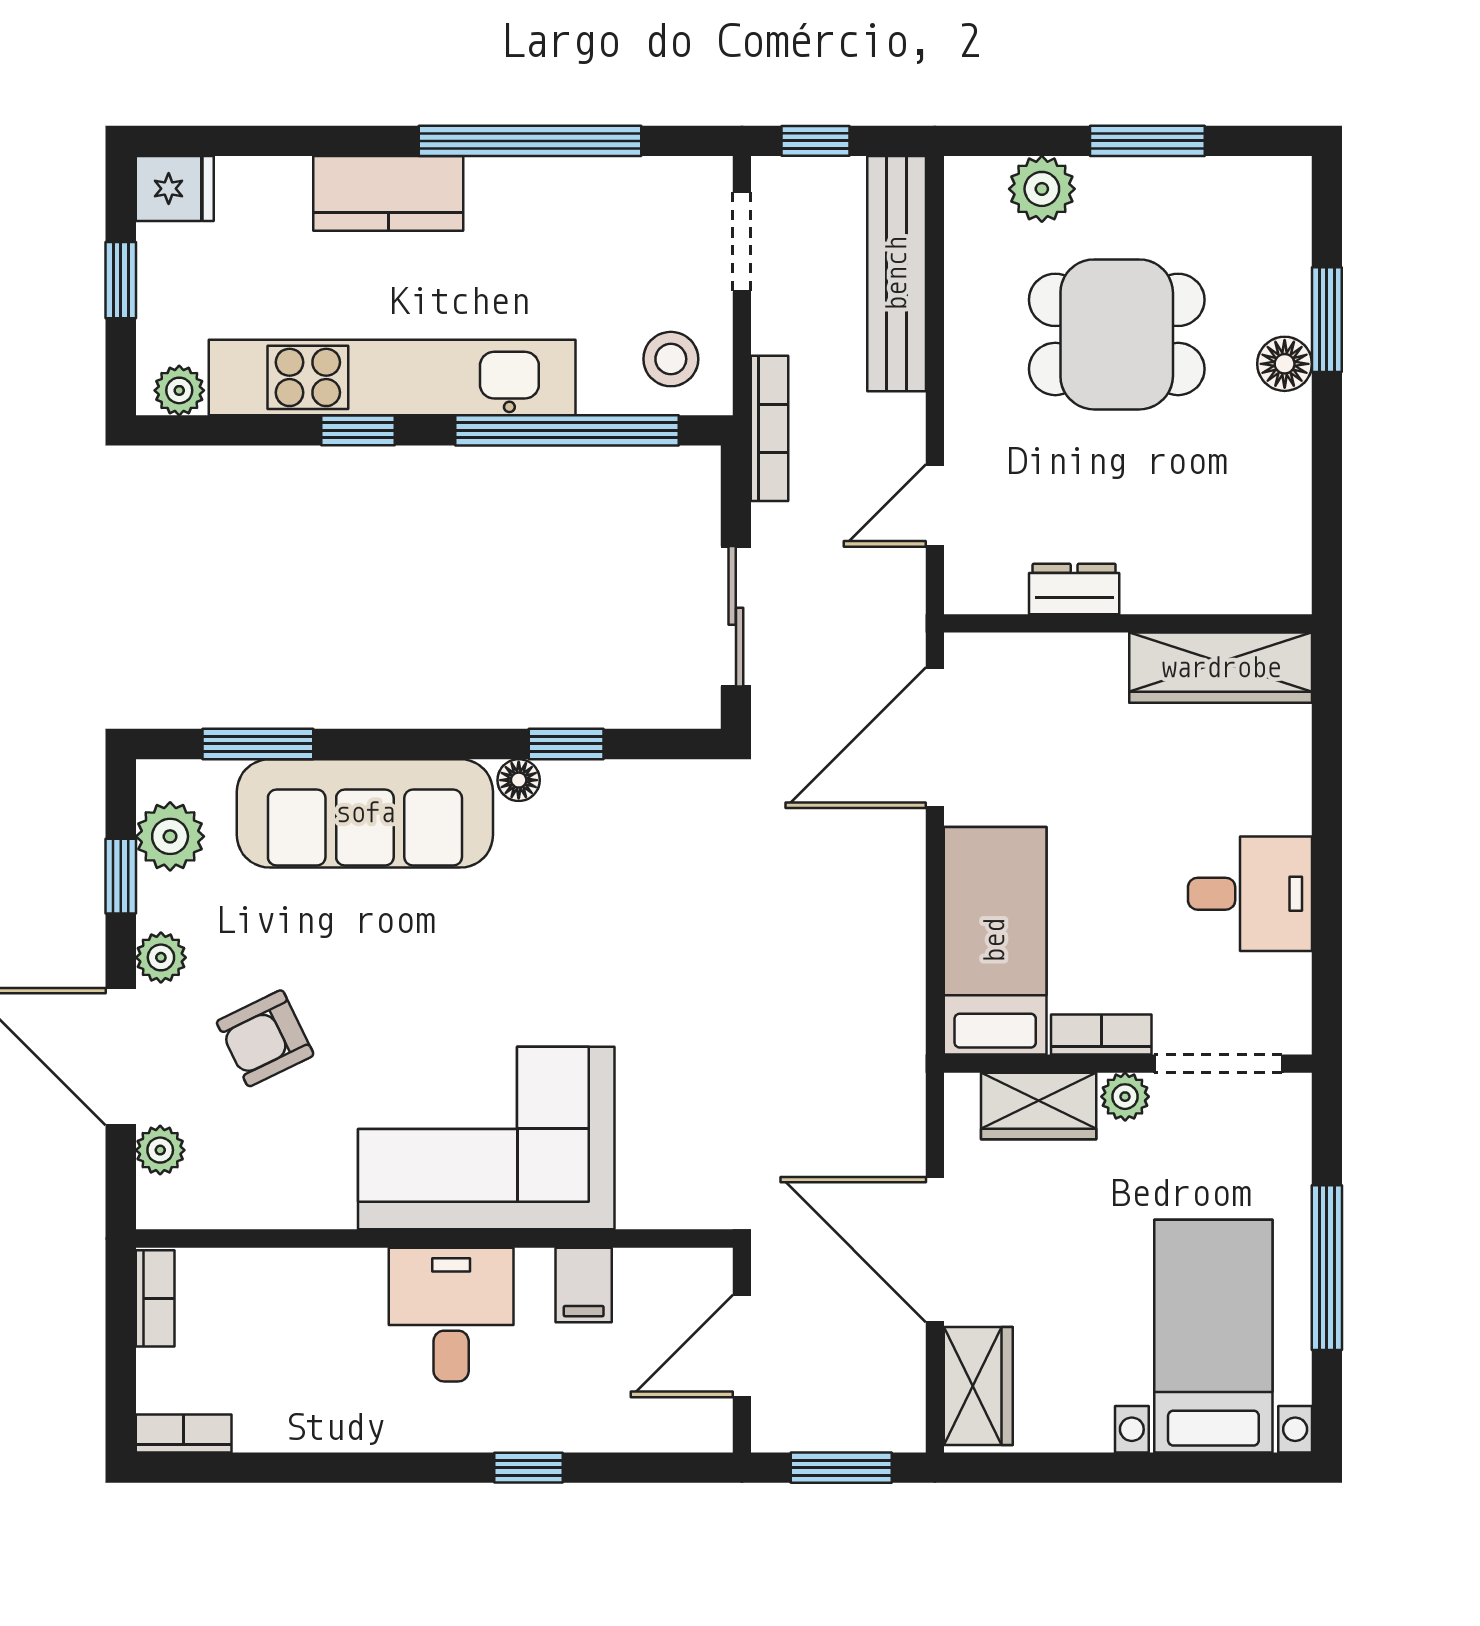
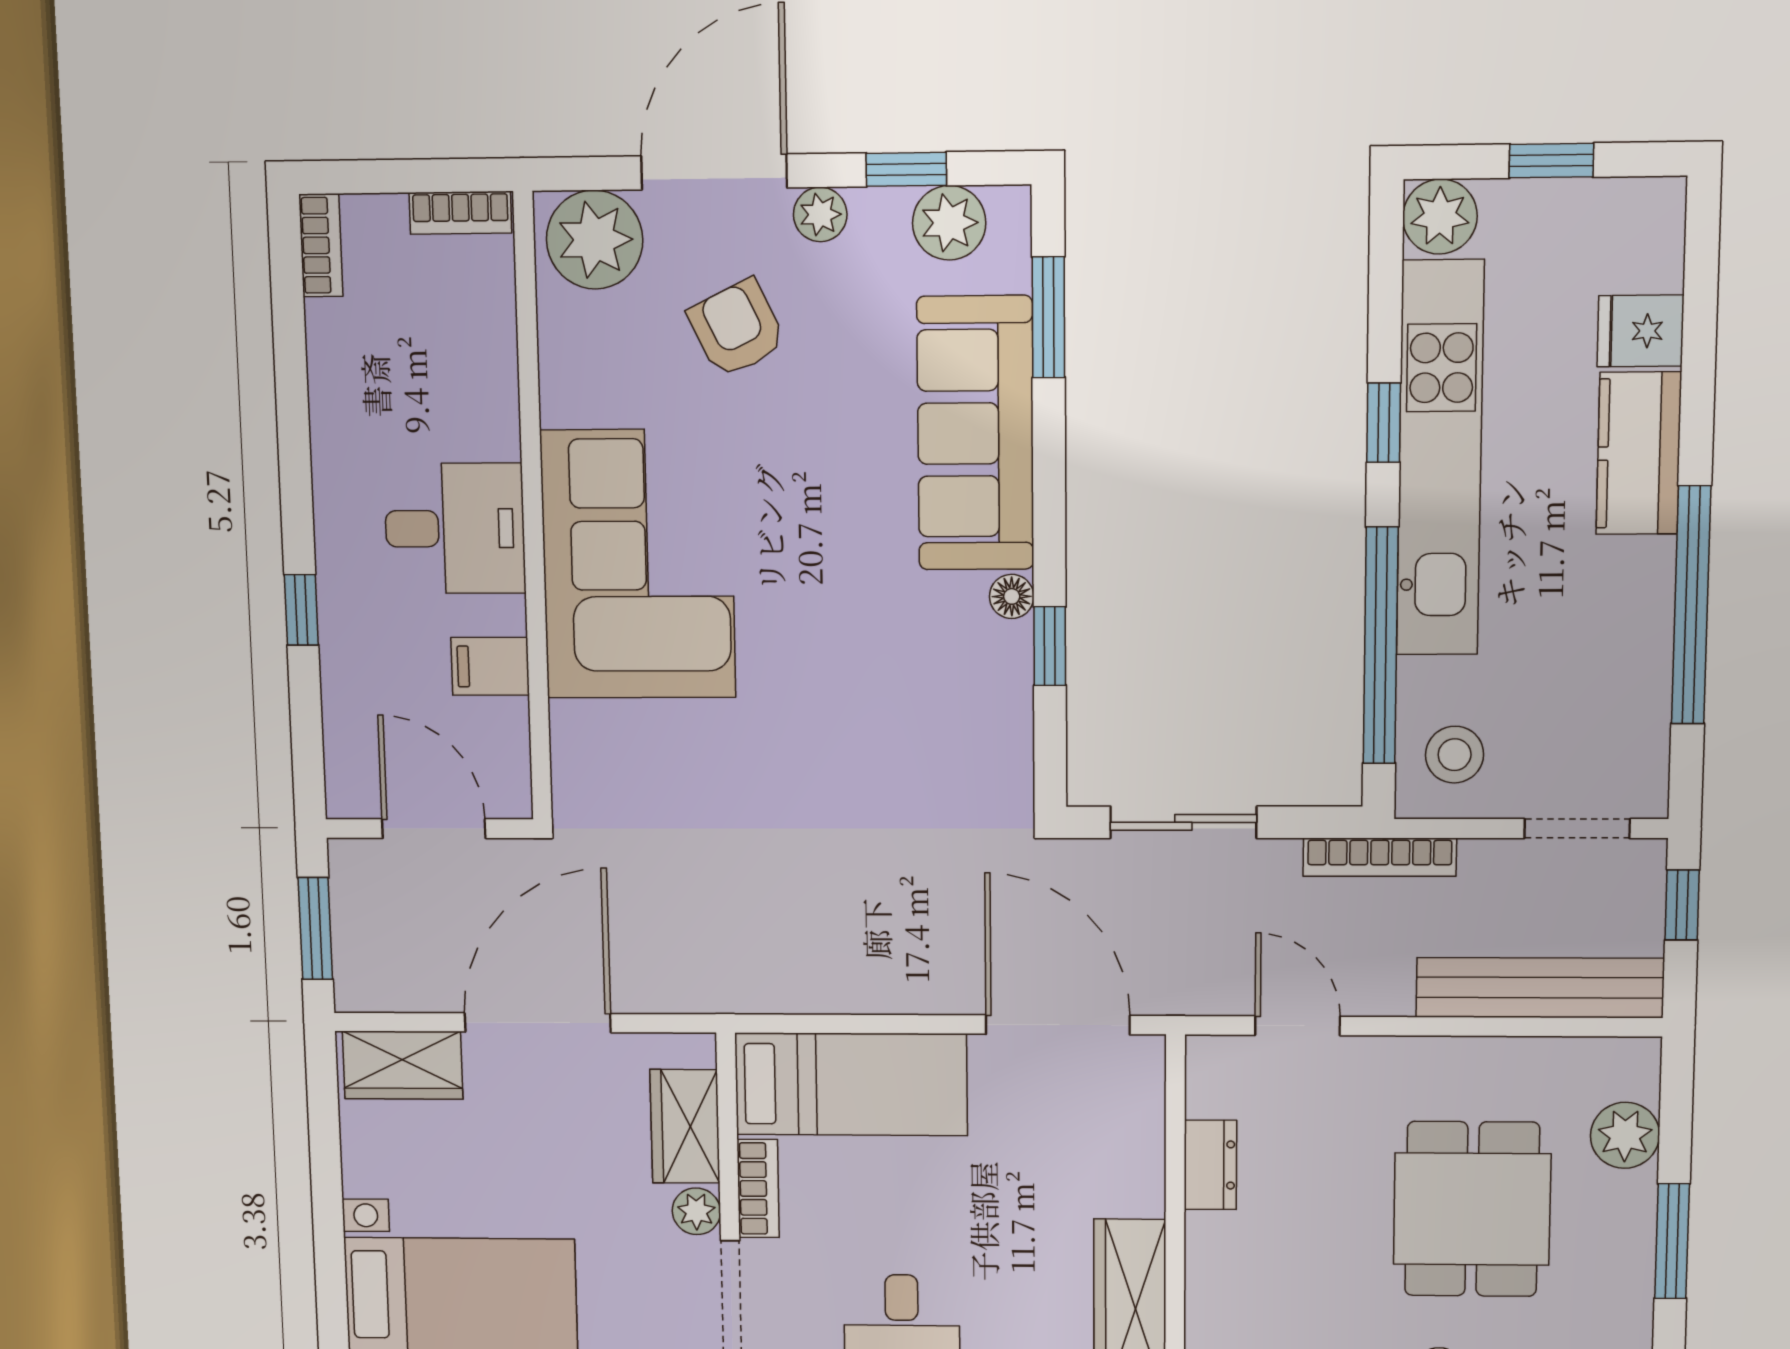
fridge: (175, 189) -> (1640, 331), moved, turned 90
plant: (179, 390) -> (1440, 217), width x1.38, depth x1.38
plant: (160, 1150) -> (595, 240), width x1.88, depth x1.88

